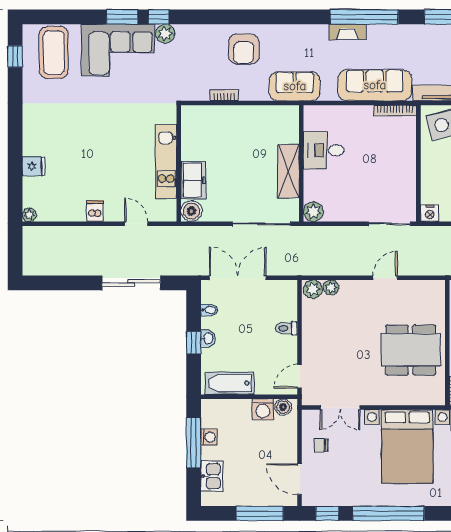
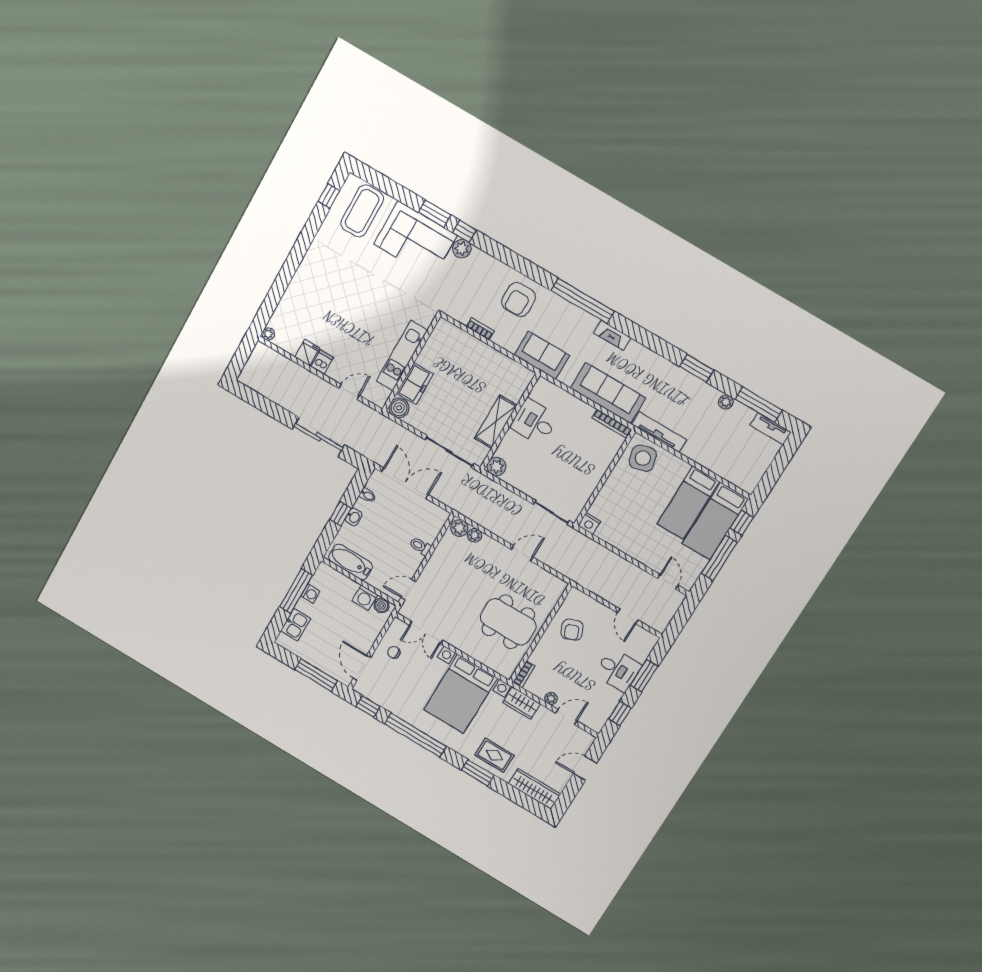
window: (364, 17) -> (583, 301), moved
fridge: (34, 166) -> (307, 352), moved, turned -90
door: (136, 224) -> (349, 392), hinge flipped

